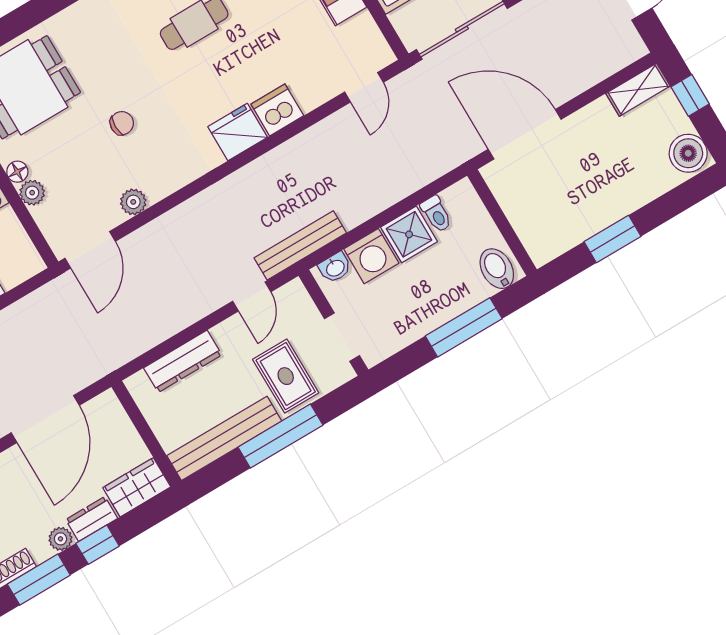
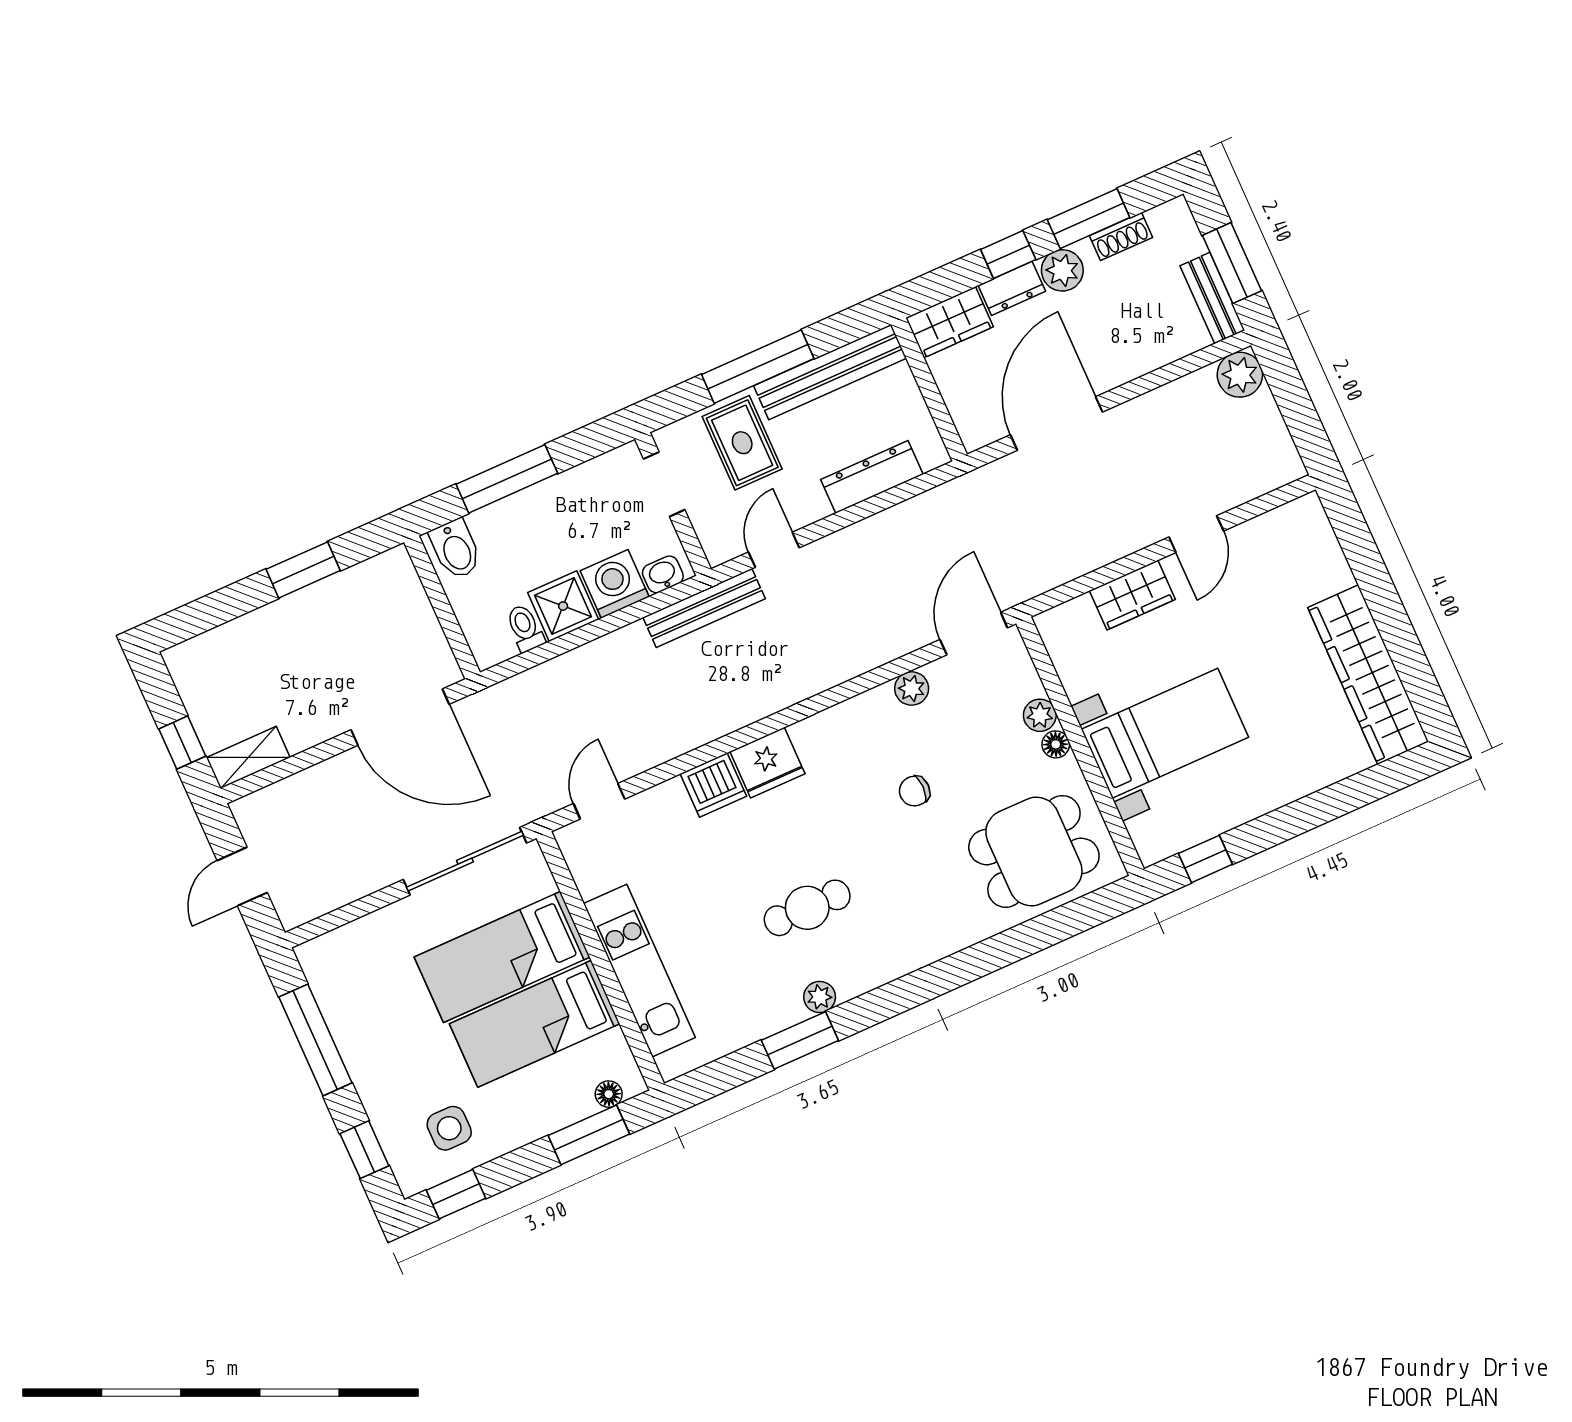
boiler: (688, 153) -> (193, 669), removed
plant: (60, 539) -> (1062, 270), width x1.38, depth x1.38

